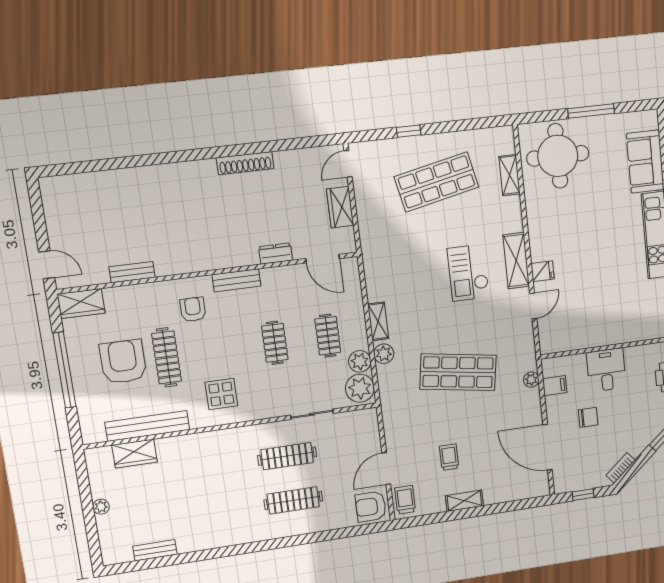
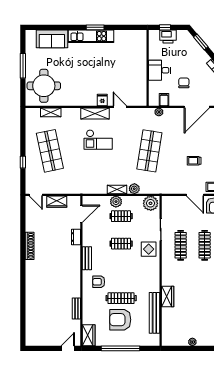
plant: (360, 361) -> (116, 202), moved
display table: (221, 394) -> (149, 249), moved
wardrobe: (135, 454) -> (168, 297), moved

